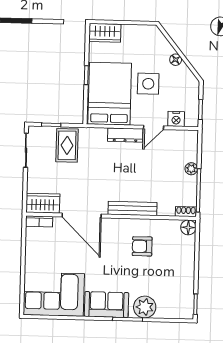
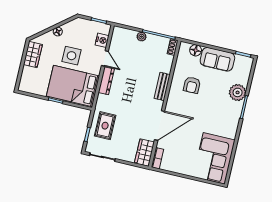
wardrobe: (105, 33) -> (33, 55), moved
rug: (67, 145) -> (105, 126), turned 90
bench: (133, 208) -> (162, 86), width x0.73
floor lamp: (188, 227) -> (196, 50), moved
sofa: (107, 305) -> (217, 59), moved, turned -90

